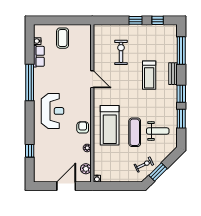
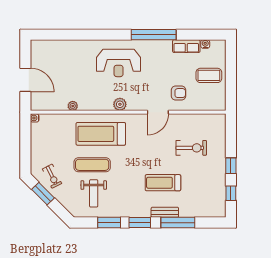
window: (181, 50) -> (178, 223), moved
armchair: (83, 127) -> (178, 93), moved
window: (30, 151) -> (69, 35), removed
plant: (86, 169) -> (120, 104), moved

